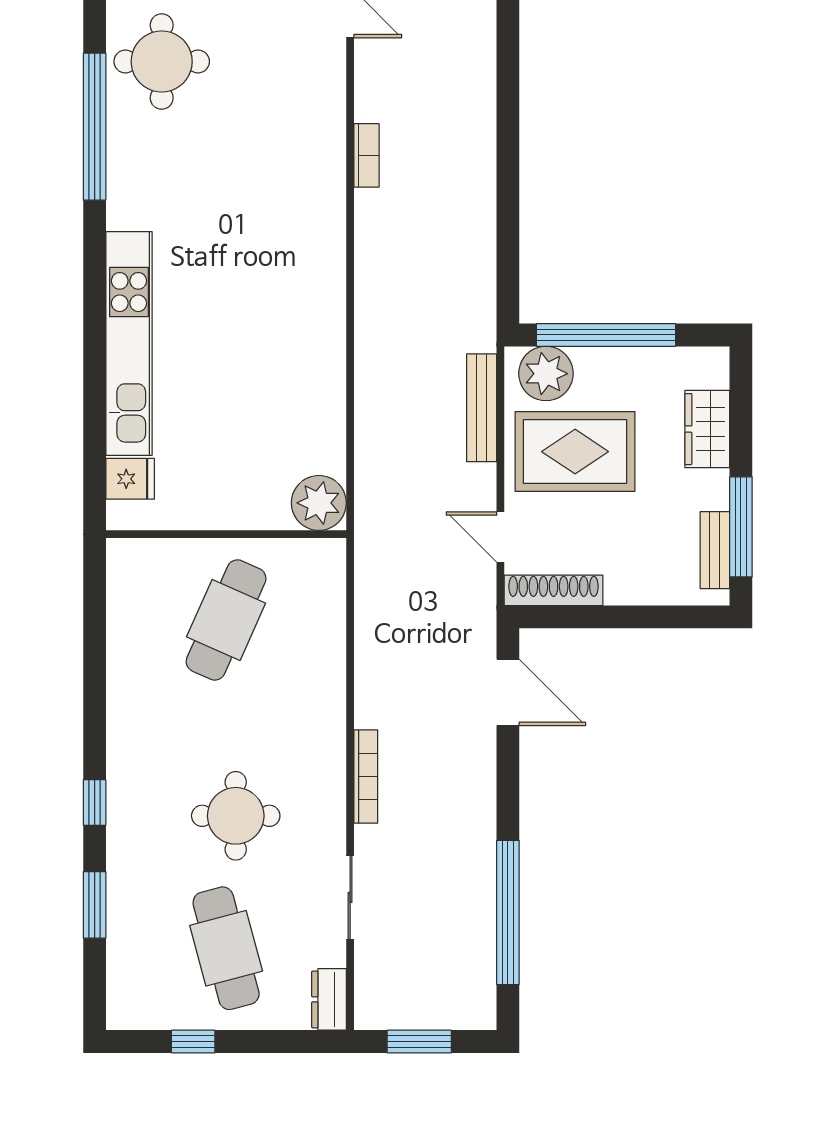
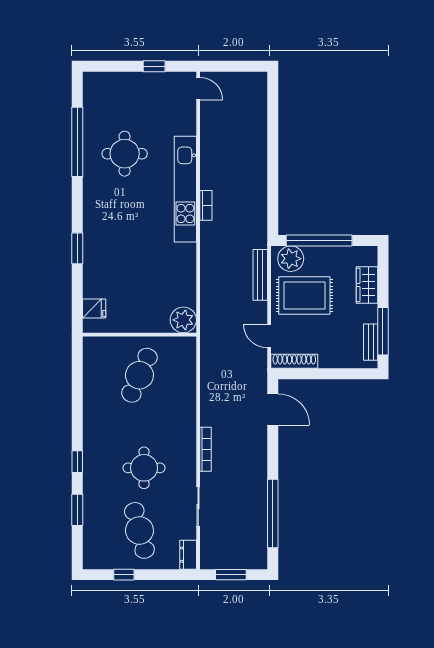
round table: (162, 62) -> (125, 154), moved
bookcase: (367, 155) -> (206, 205), moved
kitchen unit: (129, 344) -> (185, 189), moved, turned 180
window: (95, 352) -> (77, 248), added

